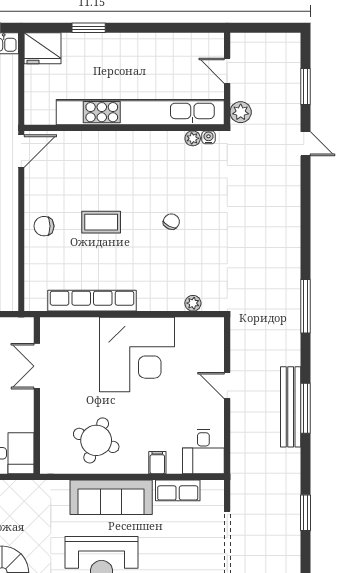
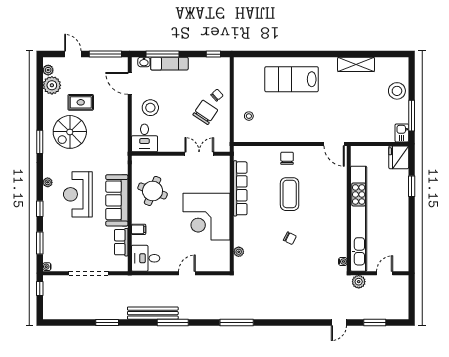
plant: (193, 138) -> (342, 252), removed
coffee table: (101, 222) -> (290, 194), width x1.36, depth x1.32
bench: (291, 407) -> (153, 313), moved

